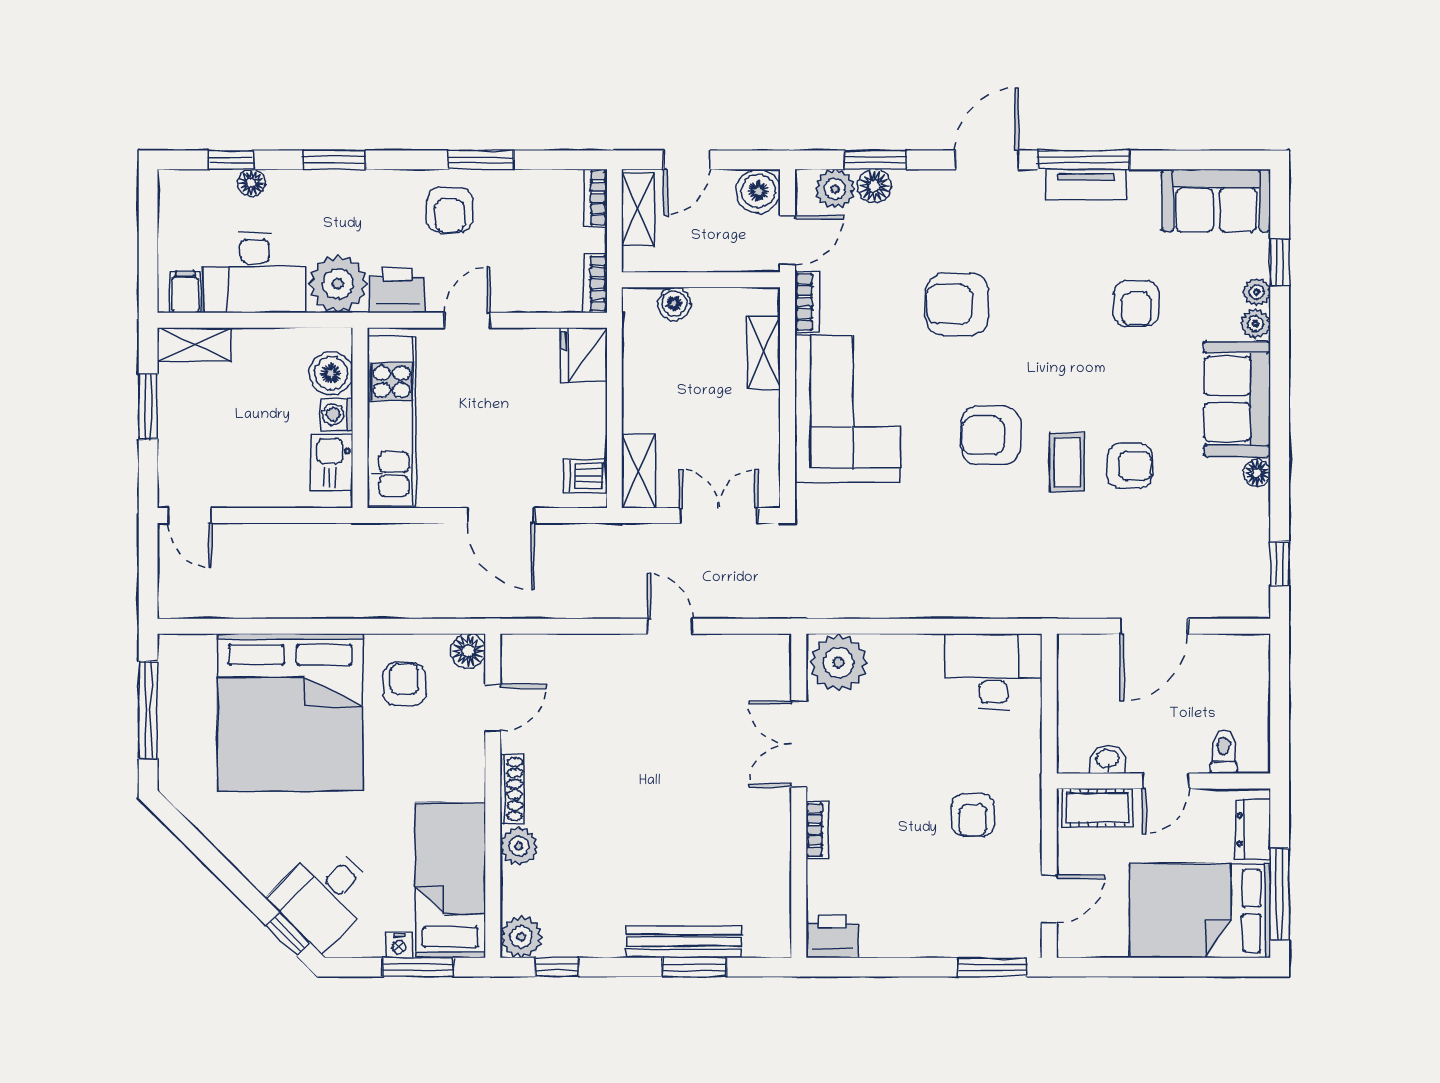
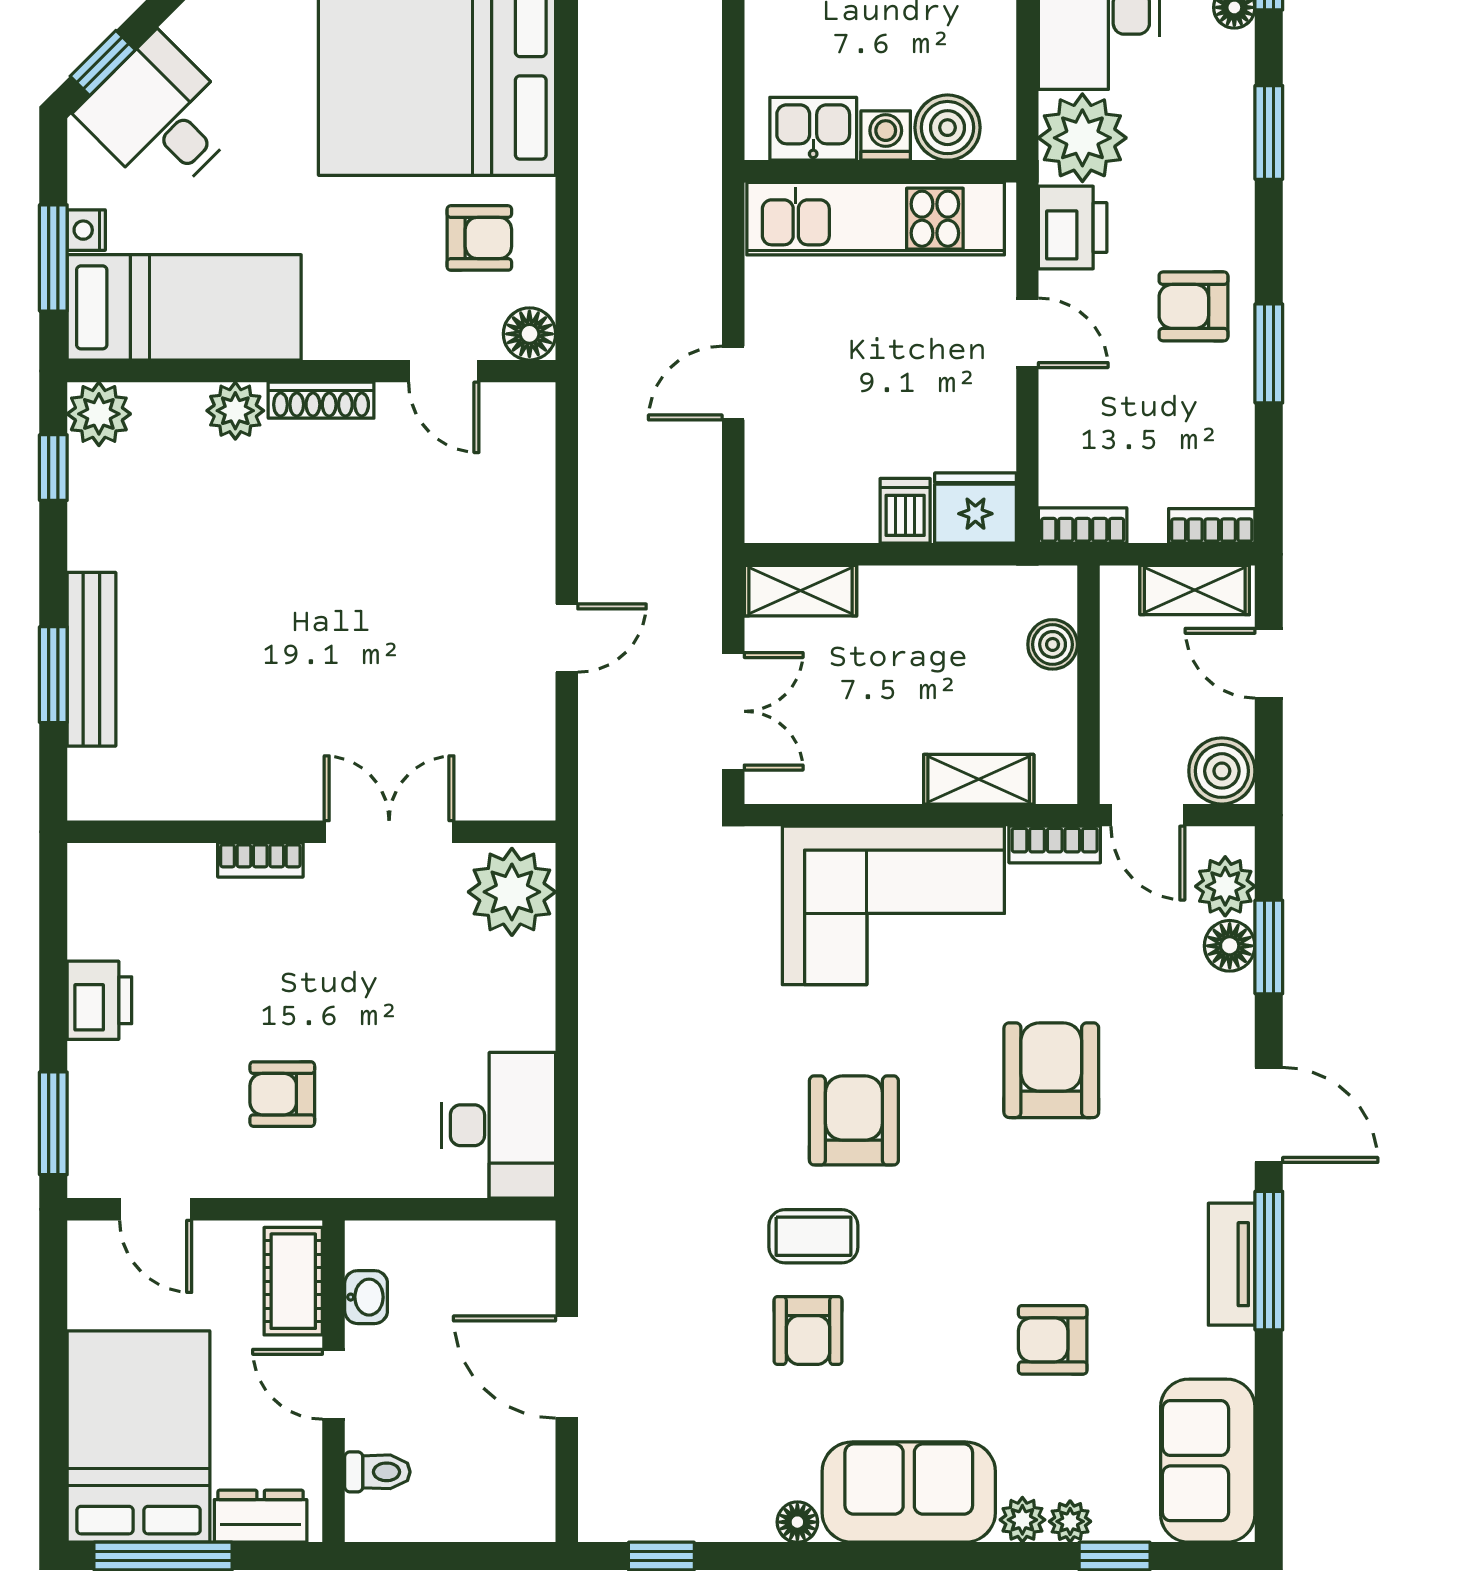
dishwasher: (586, 476) -> (905, 511), moved
door: (501, 516) -> (733, 383), width x0.73
printer: (832, 936) -> (99, 1000), moved

